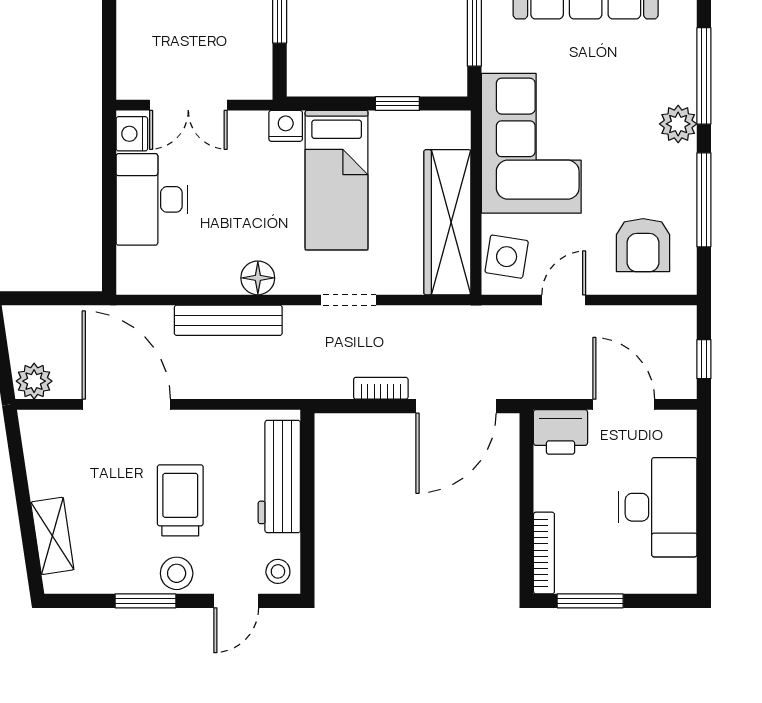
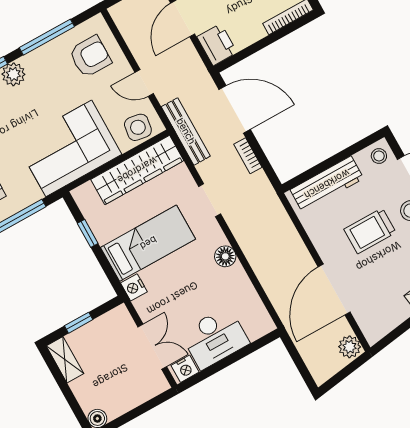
bench: (228, 320) -> (186, 131), moved

